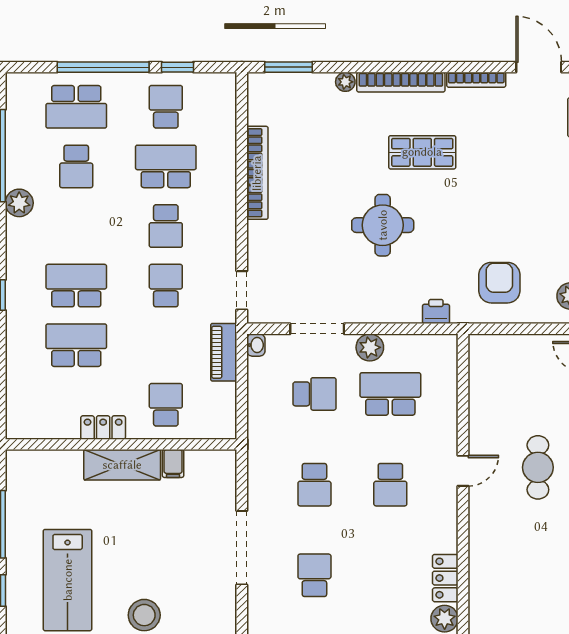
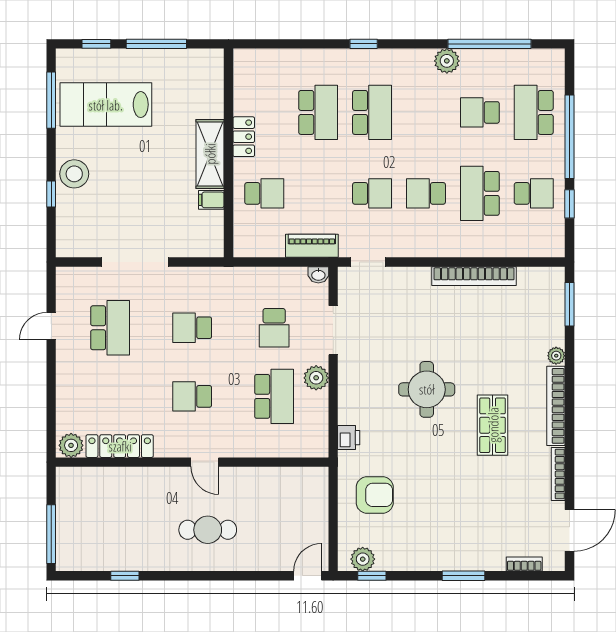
school desk: (166, 166) -> (480, 193), turned 180
school desk: (314, 575) -> (110, 328), width x1.85
locker: (445, 578) -> (120, 446), width x1.53

